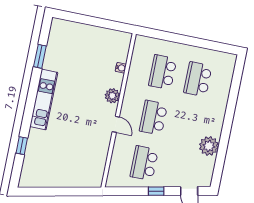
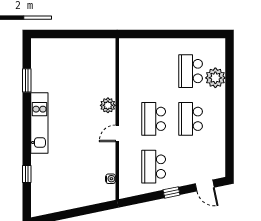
water cooler: (121, 68) -> (111, 179), moved
school desk: (163, 72) -> (191, 119), moved
door: (116, 124) -> (117, 133), swing flipped
plant: (209, 146) -> (215, 78), moved

